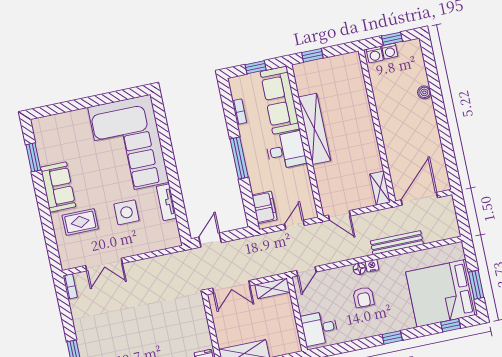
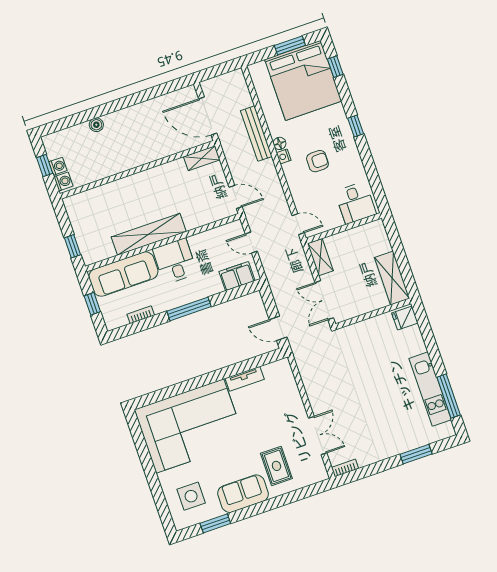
side table: (127, 212) -> (191, 496), moved
door: (339, 215) -> (236, 197), hinge flipped
floor lamp: (359, 269) -> (280, 143), moved
double door: (231, 287) -> (324, 300), swing flipped

